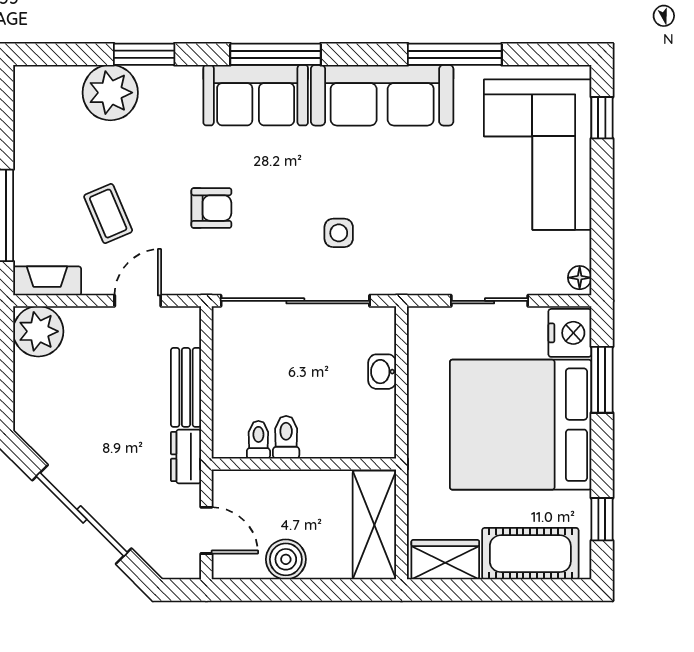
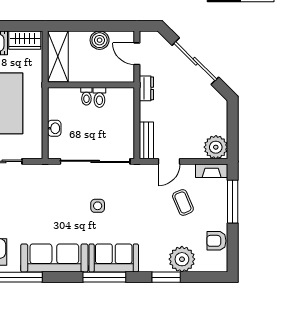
armchair: (211, 208) -> (216, 241), moved
side table: (339, 233) -> (98, 206), moved
bench: (186, 387) -> (146, 140), moved
toilet: (258, 440) -> (86, 96), moved

